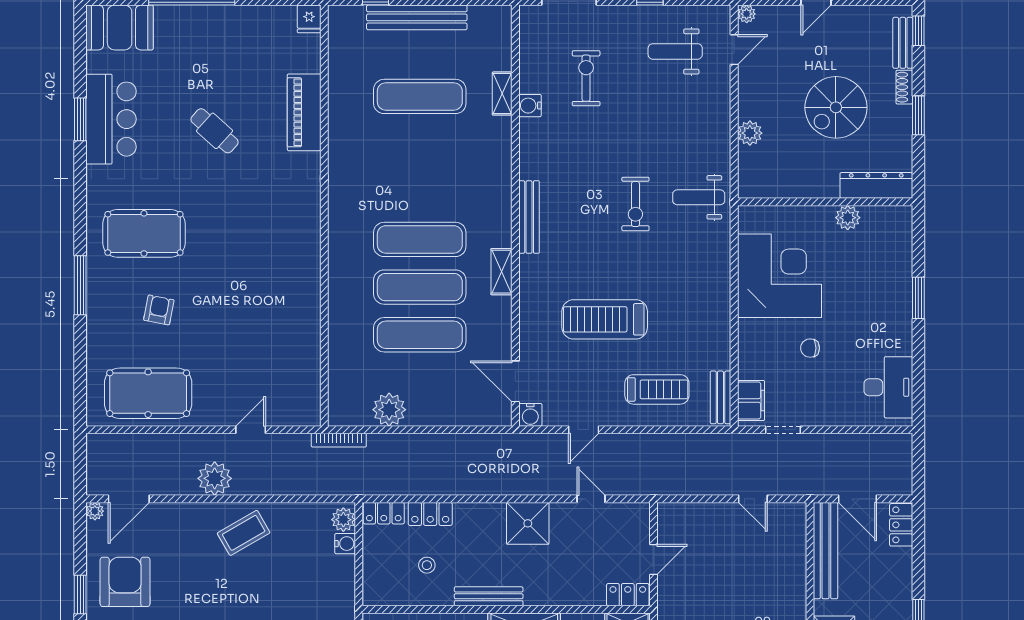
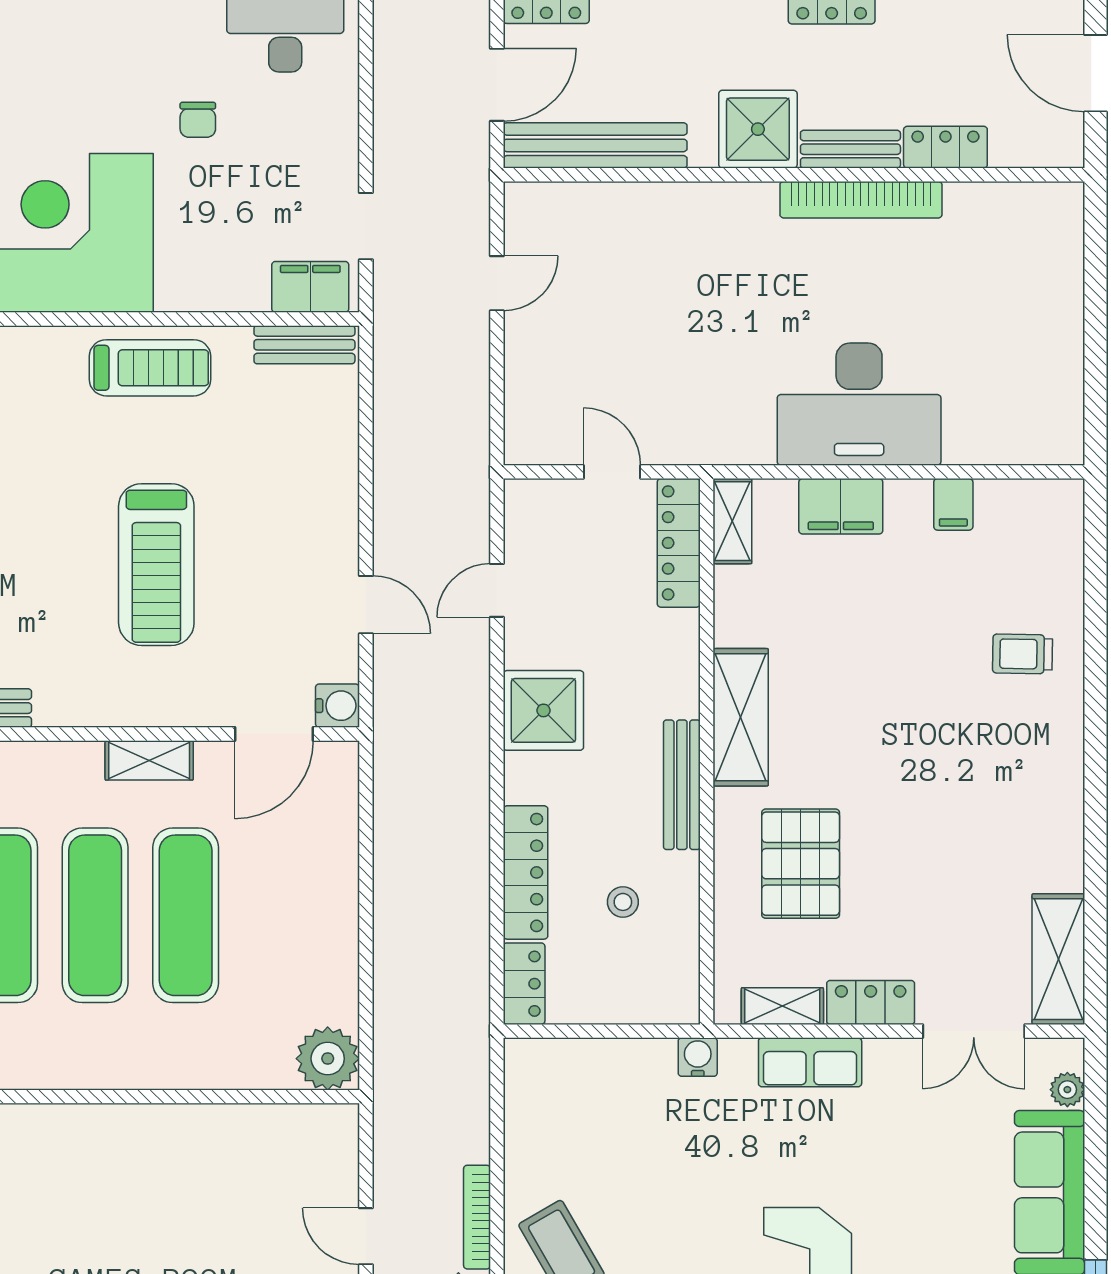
shelving: (501, 272) -> (149, 760), moved
chair: (810, 348) -> (198, 120), moved
treadmill: (657, 389) -> (150, 368), moved, turned 90
plant: (389, 410) -> (328, 1059), moved
bookcase: (339, 440) -> (477, 1217), moved, turned 180
locker: (430, 514) -> (526, 872), width x1.53
plant: (343, 520) -> (536, 1060), removed
water cooler: (345, 544) -> (698, 1057), moved
locker: (628, 595) -> (679, 543), width x1.53

